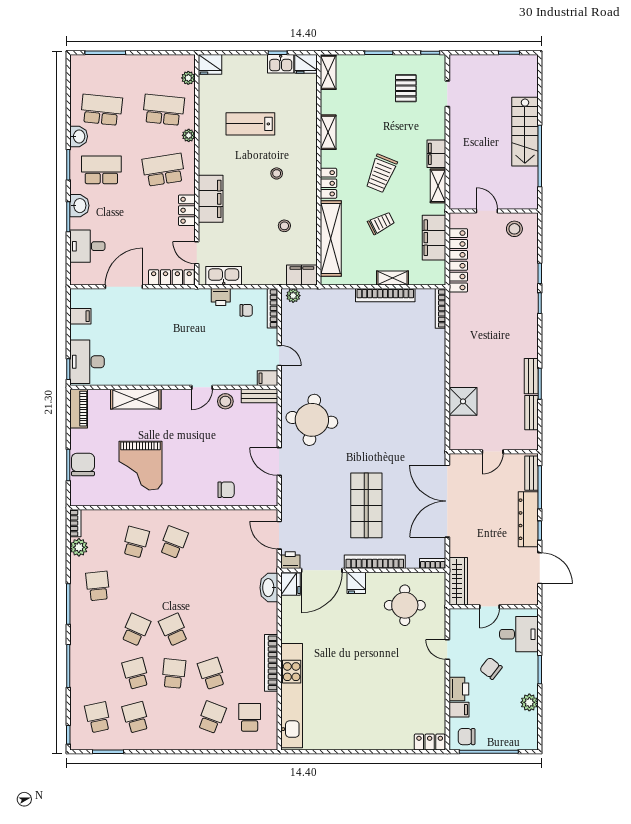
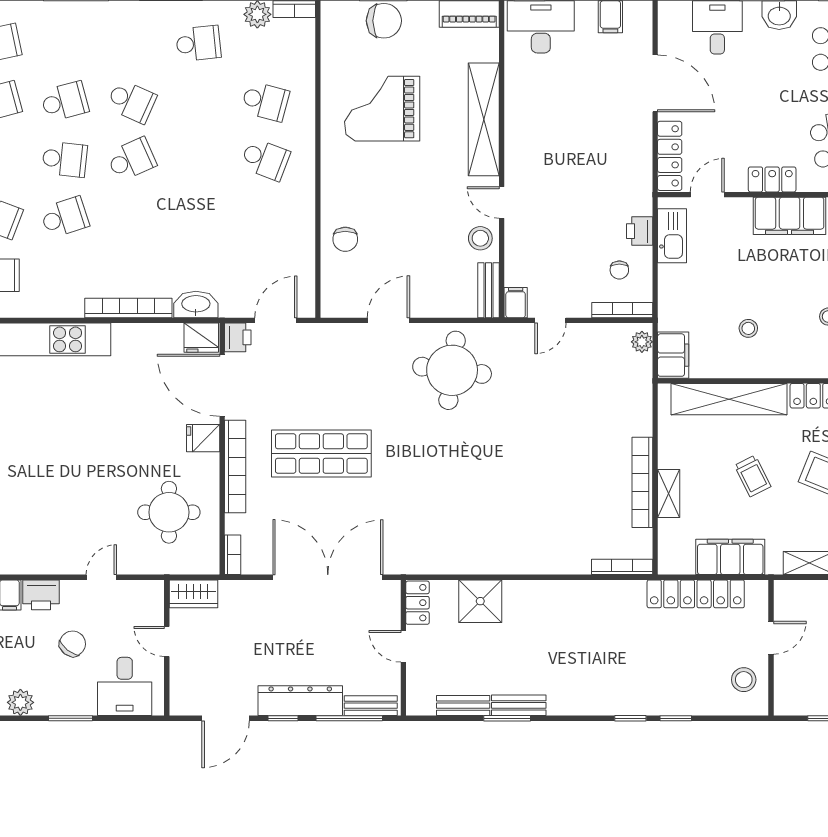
shelving: (136, 399) -> (484, 119), width x1.47
locker: (464, 442) -> (417, 603), added
wardrobe: (458, 581) -> (193, 594), width x0.67
bookcase: (271, 663) -> (128, 308), moved

